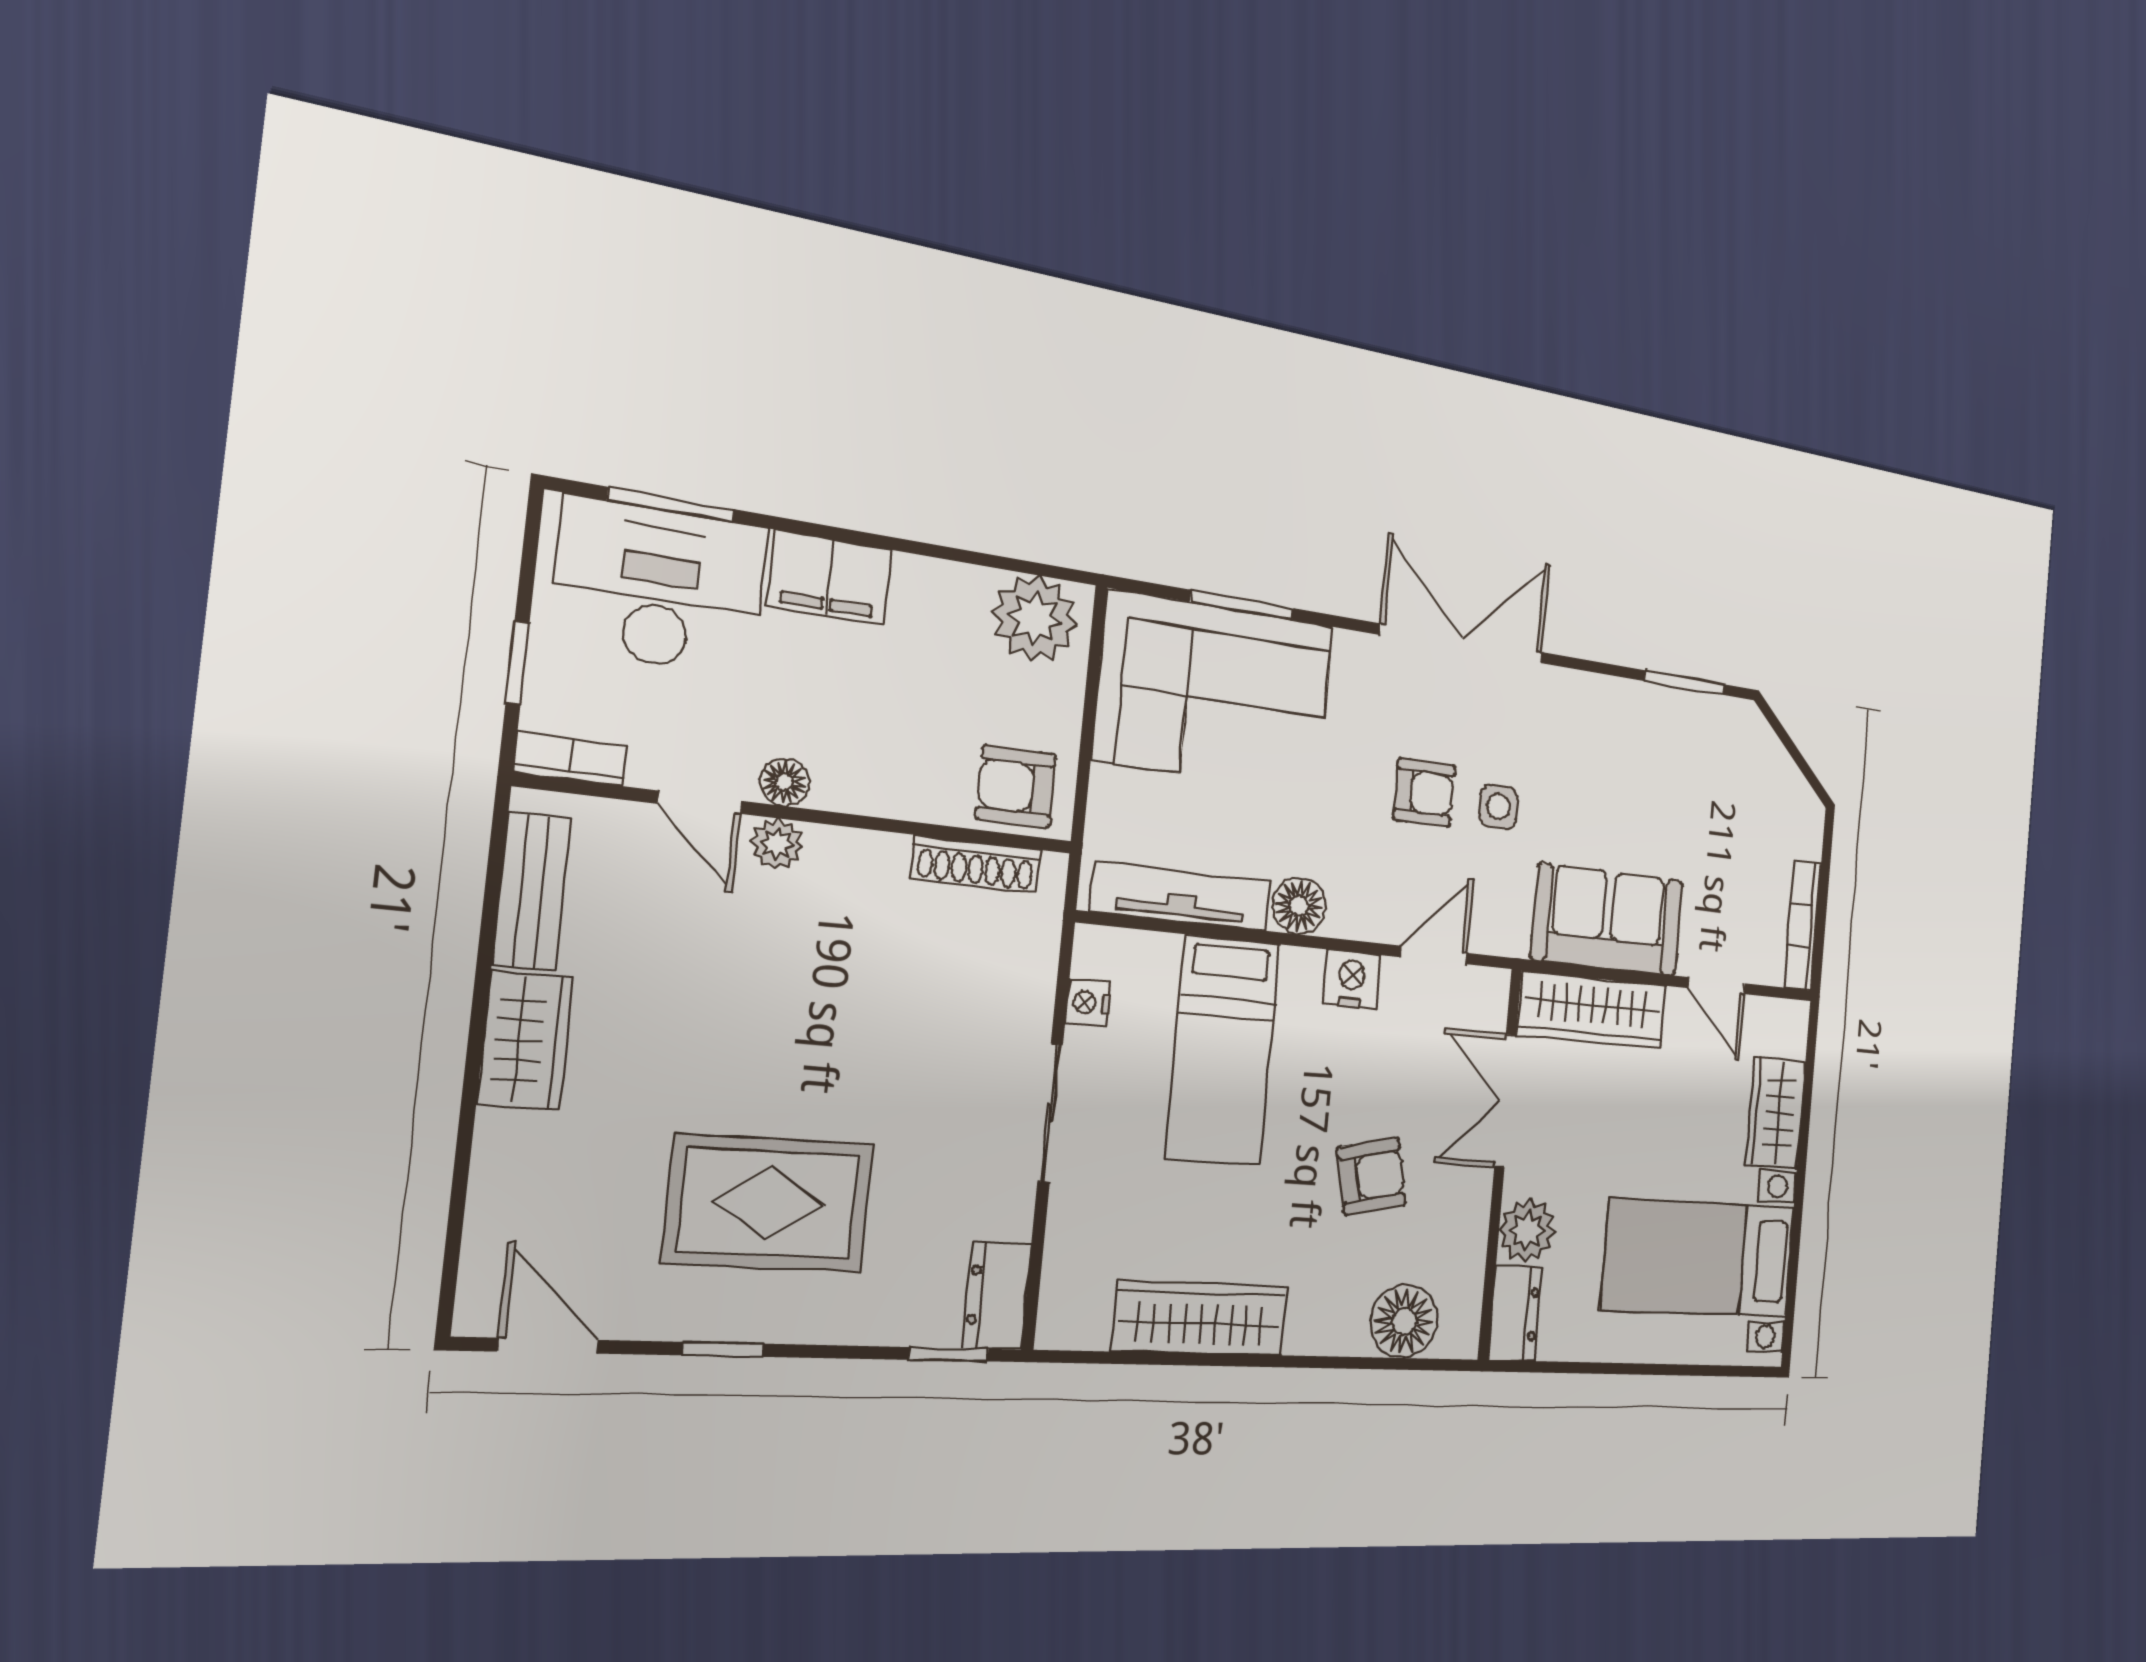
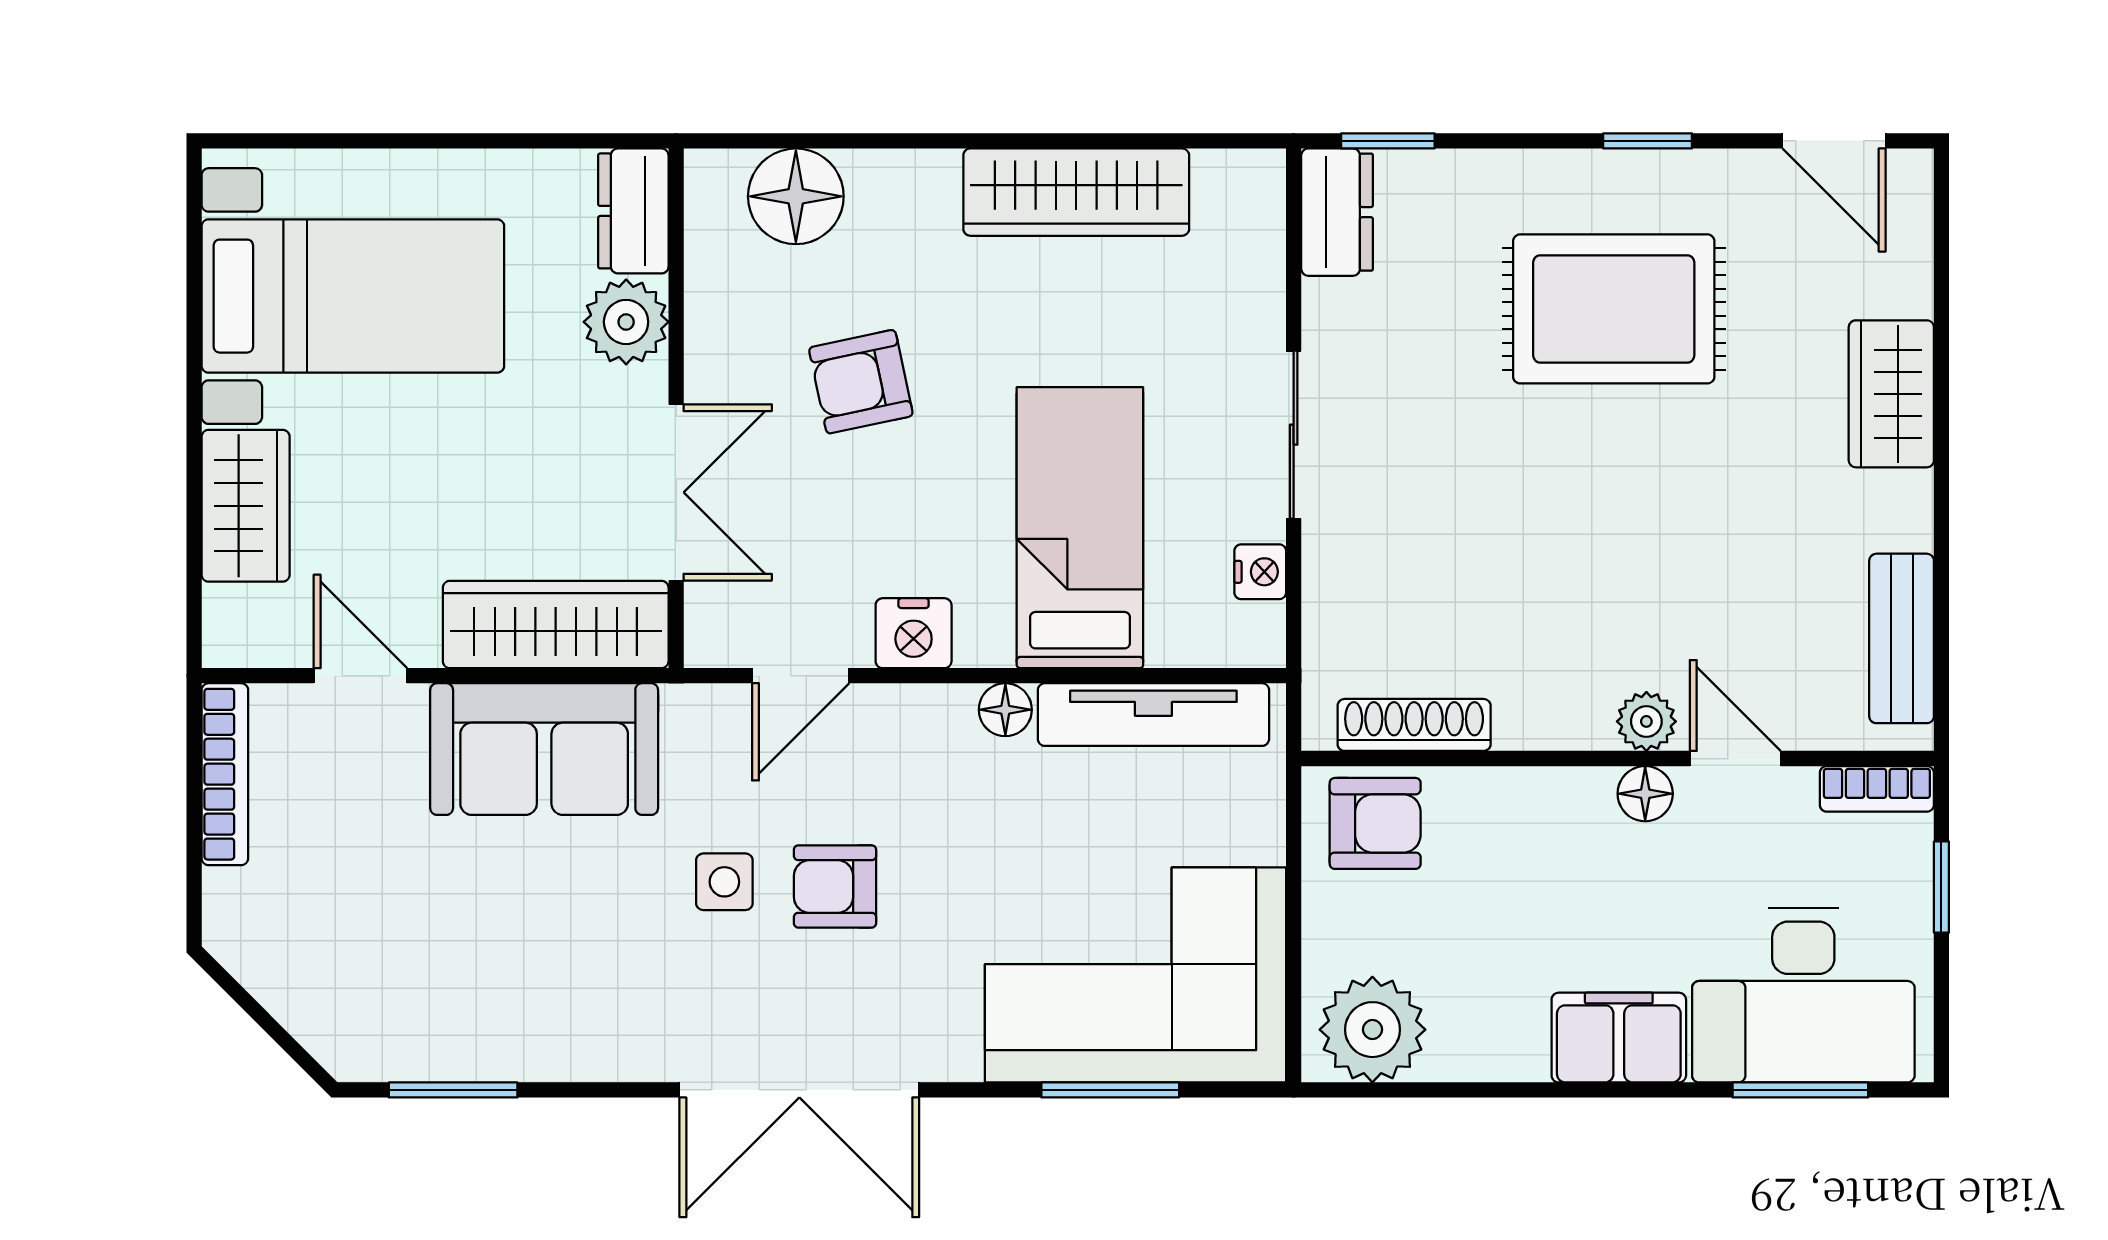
floor lamp: (1299, 906) -> (1005, 710), width x0.73, depth x0.73
wardrobe: (525, 1040) -> (1891, 394), moved

